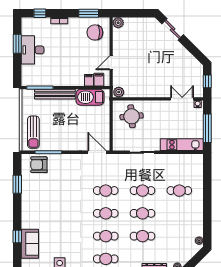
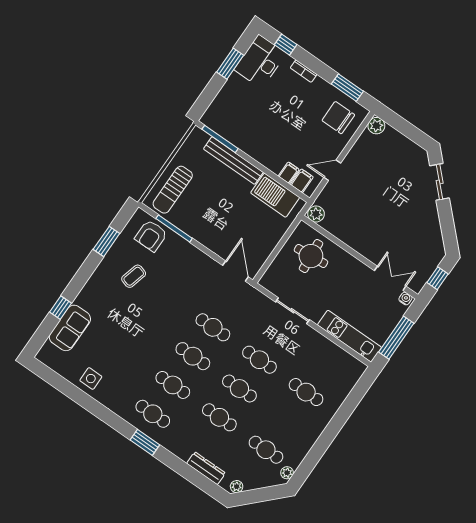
desk: (33, 50) -> (260, 62), moved
armchair: (39, 165) -> (151, 236), turned -90
coffee table: (45, 193) -> (134, 276), added
cafe table: (179, 236) -> (266, 450), added

